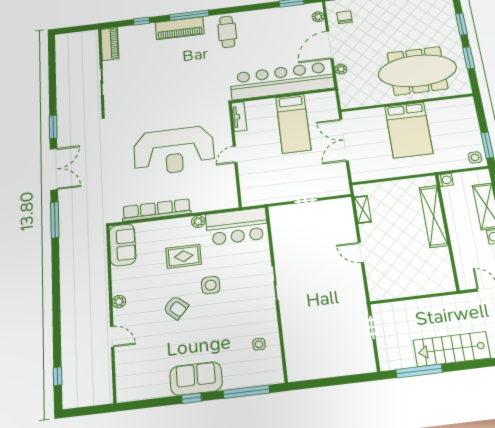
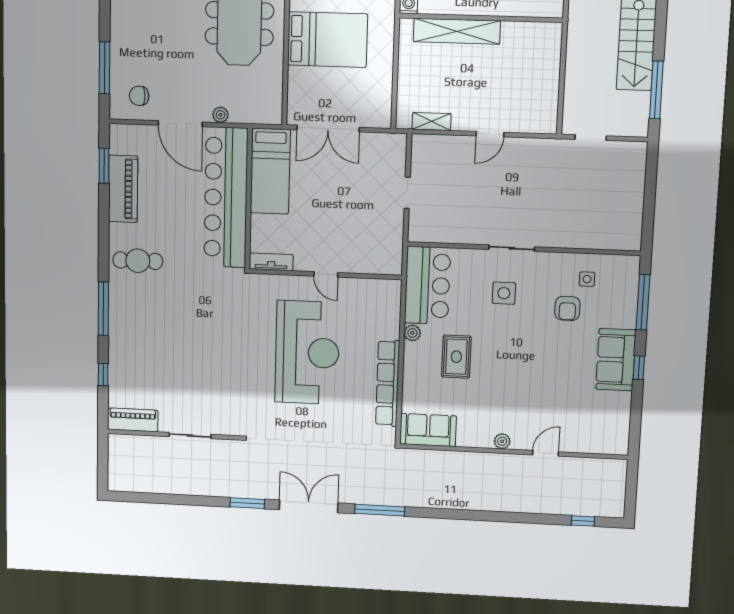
plant: (318, 17) -> (133, 132), removed
piano: (180, 28) -> (123, 189), moved
bed: (293, 124) -> (270, 171), moved, turned 90
side table: (211, 285) -> (504, 293), moved
armchair: (176, 308) -> (567, 308), moved, turned 138

